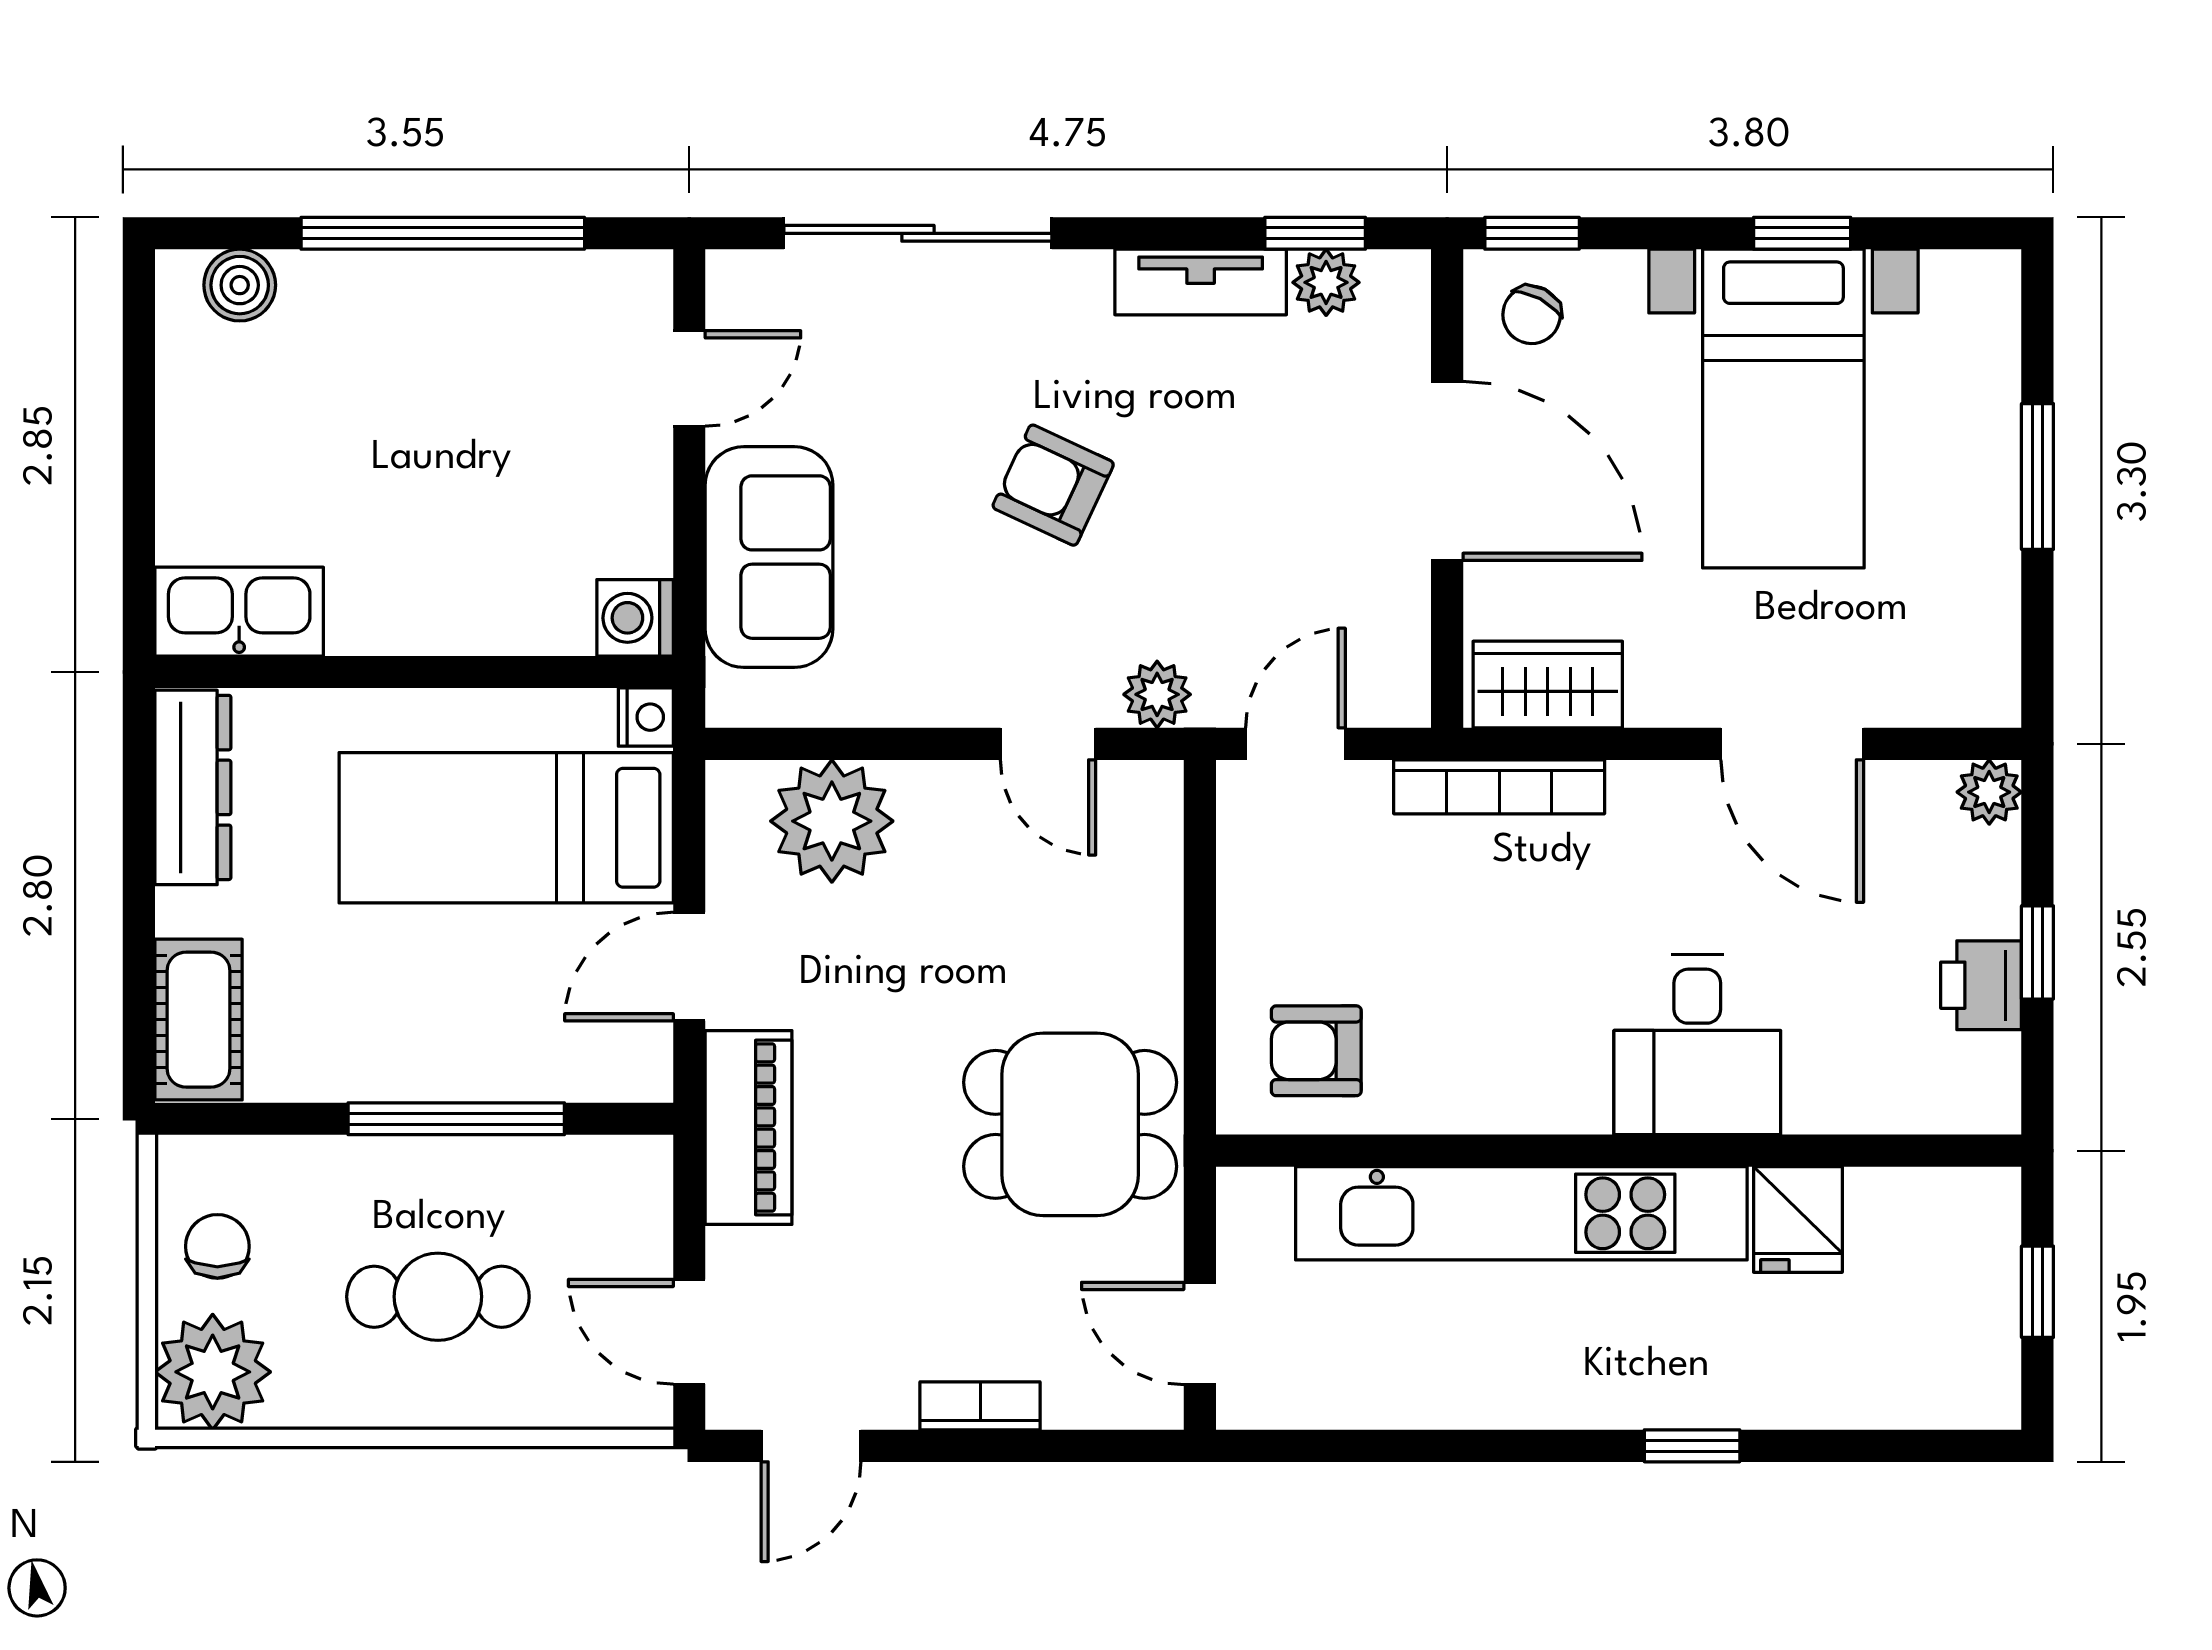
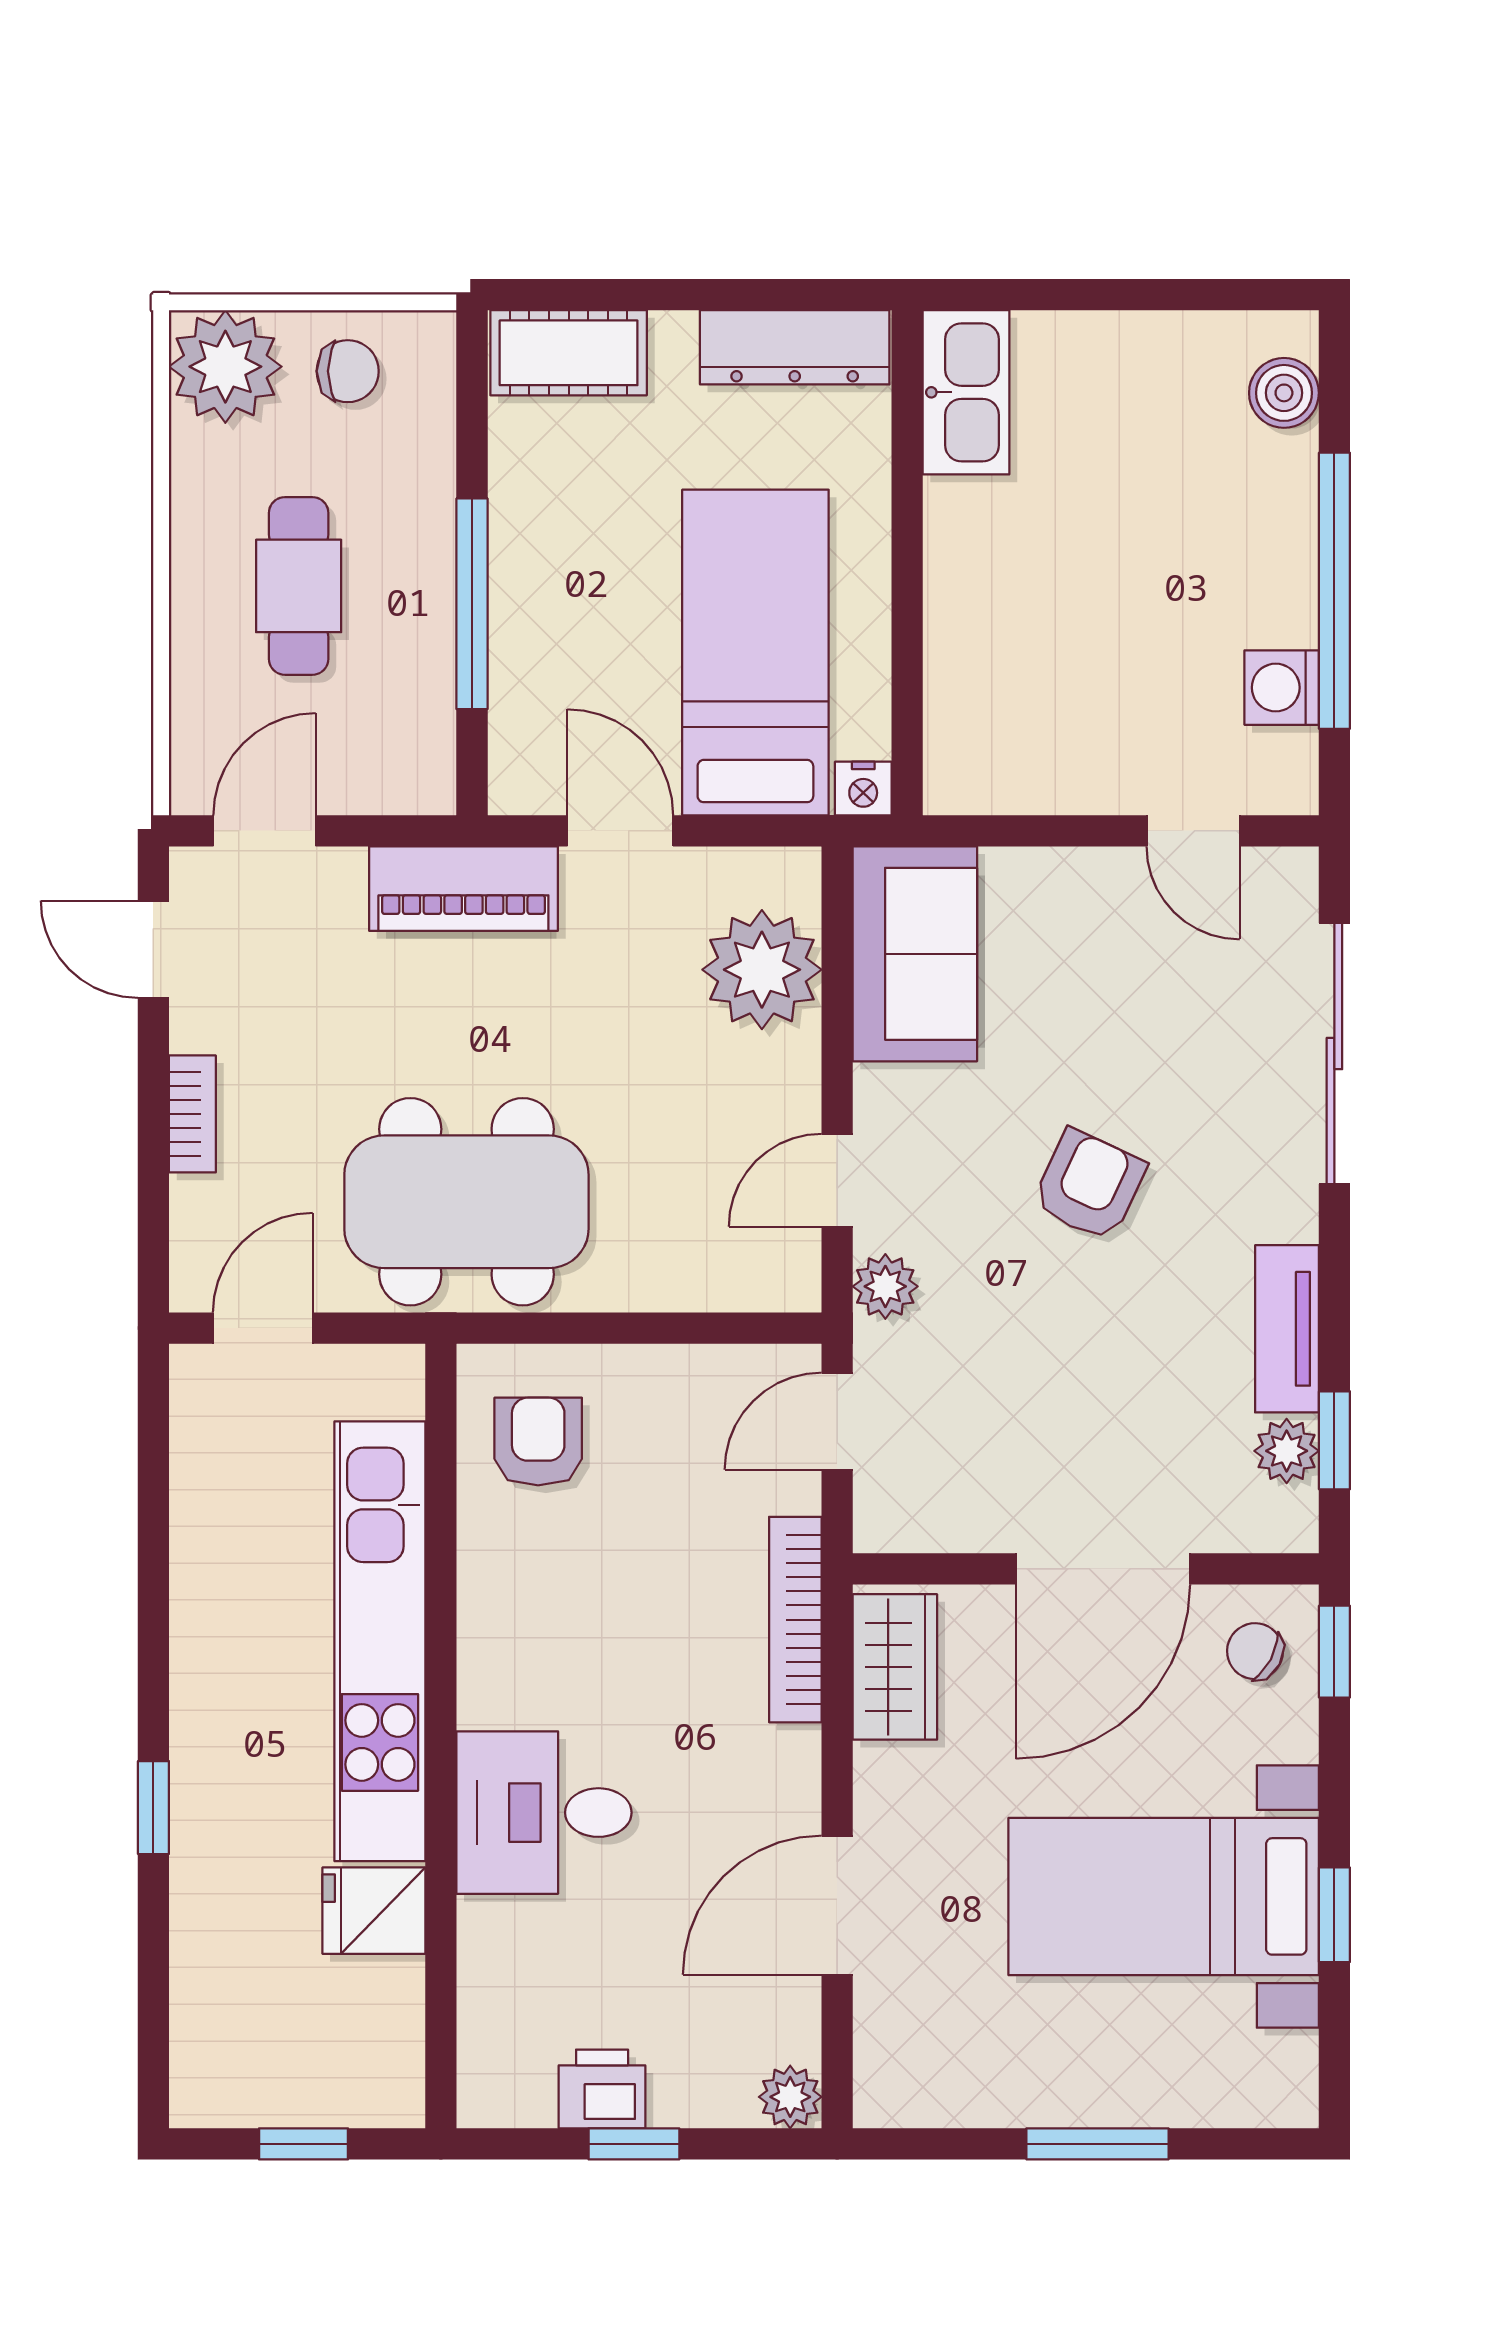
sofa: (769, 557) -> (915, 954), moved, turned -90
washing machine: (635, 618) -> (1282, 688), moved, turned -90
door: (1295, 744) -> (837, 1421), swing flipped
dining table: (1070, 1124) -> (466, 1202), width x1.37

